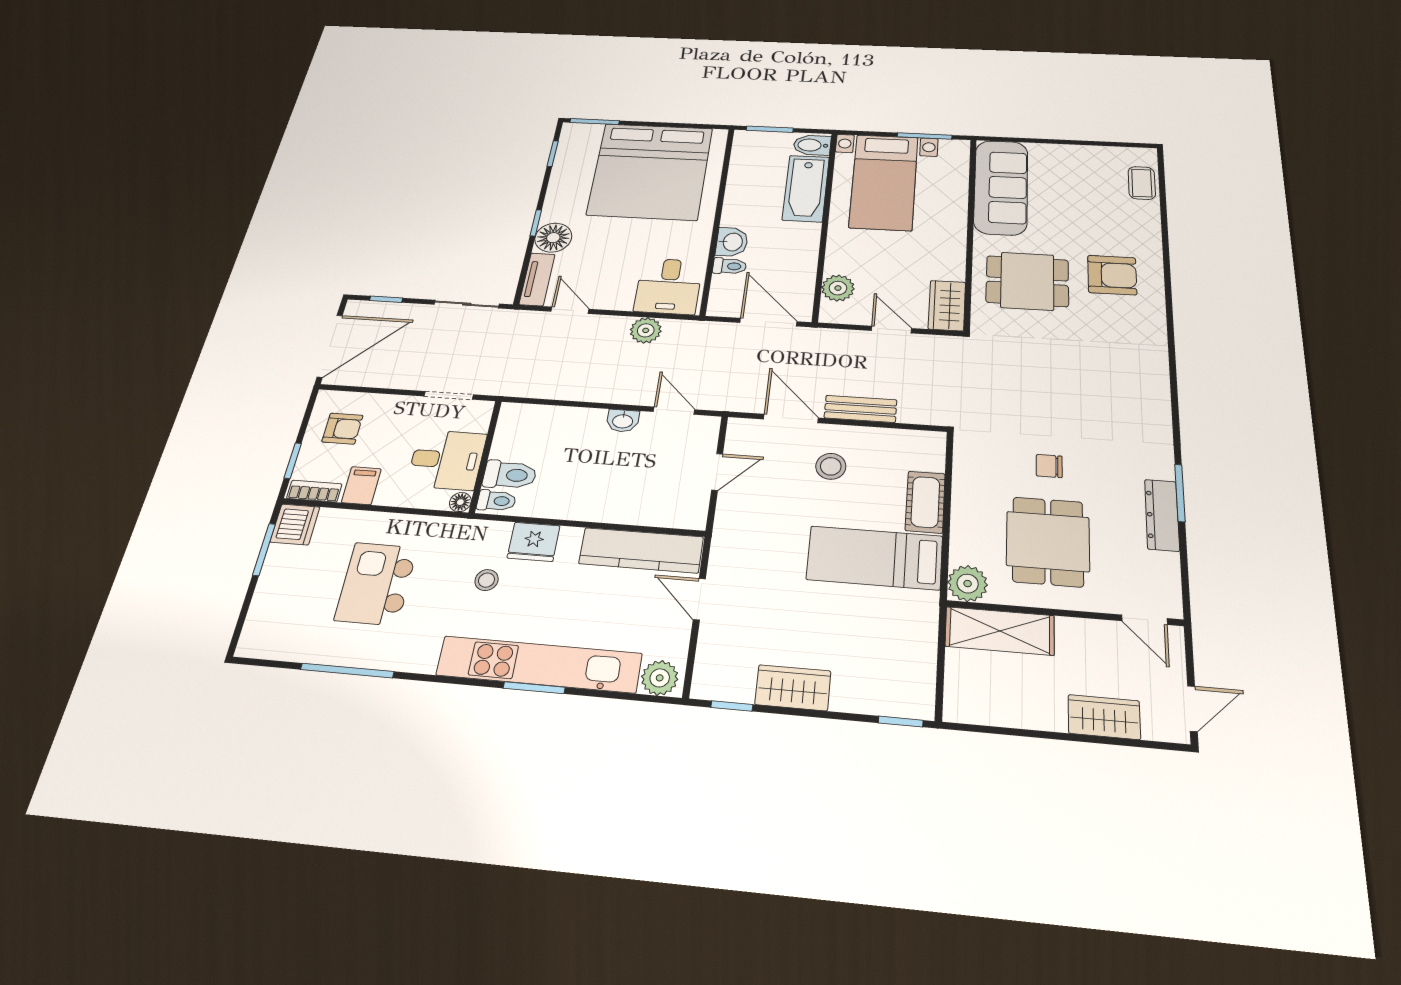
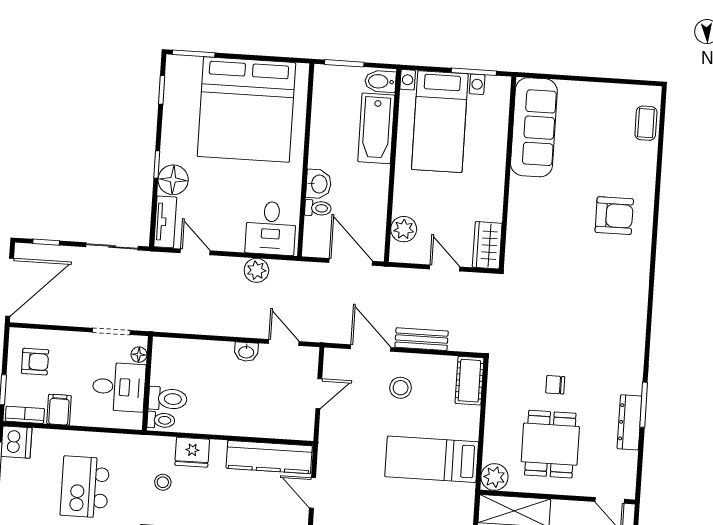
dining table: (1027, 281) -> (549, 222), removed
floor lamp: (460, 502) -> (139, 355), moved
cot: (925, 502) -> (469, 381), moved

